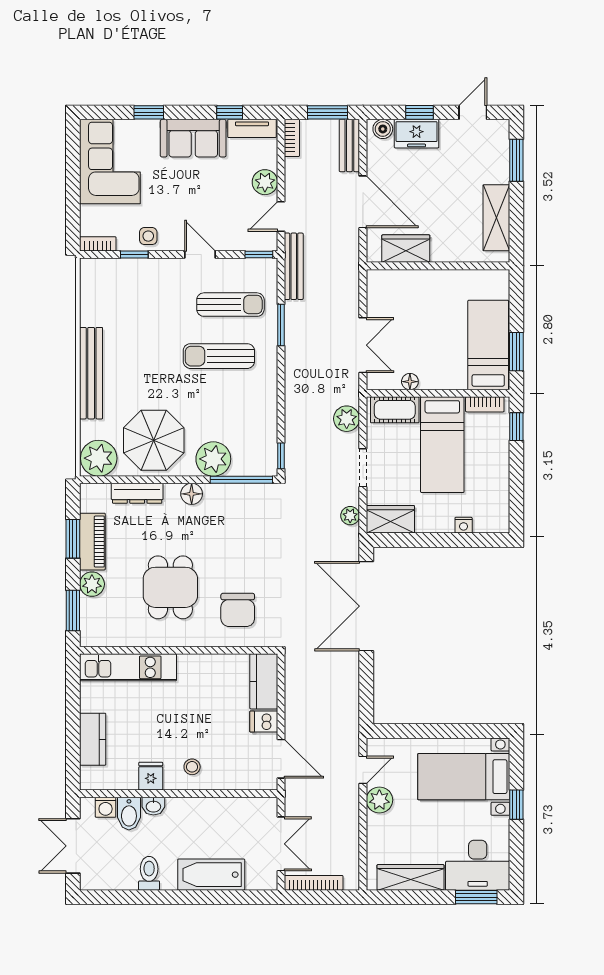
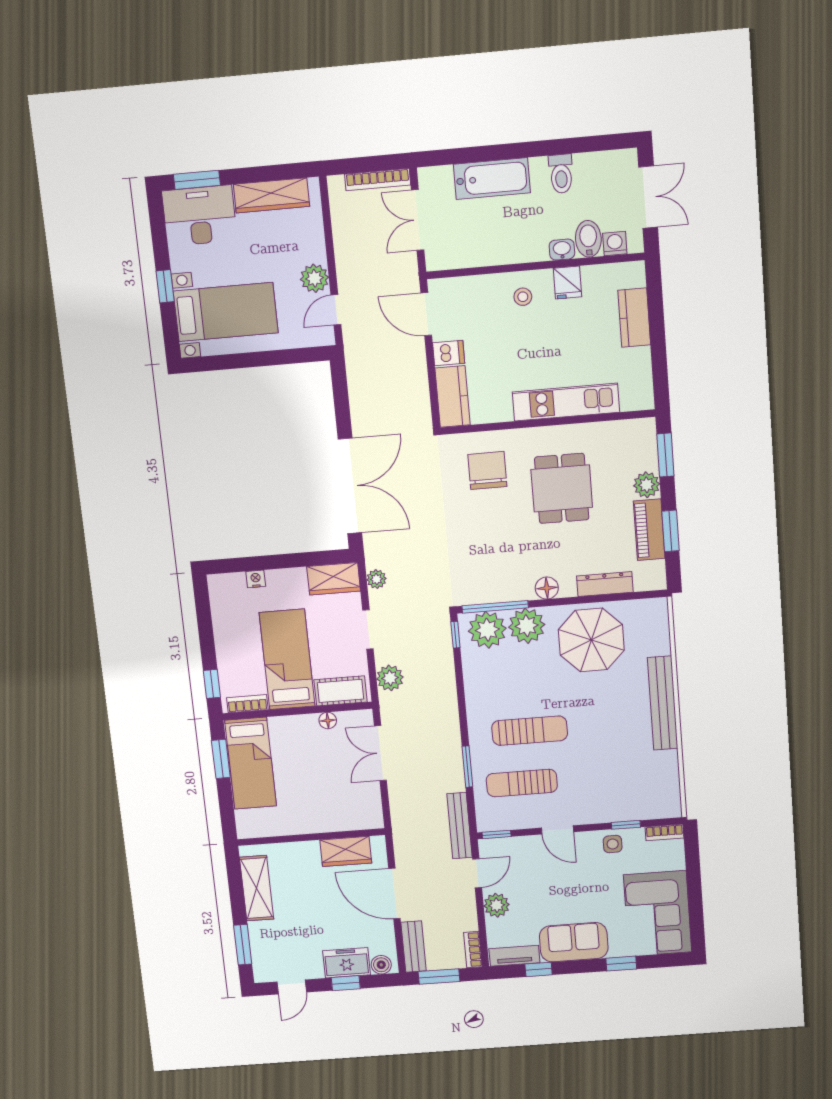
plant: (99, 458) -> (487, 630), moved
kitchen unit: (128, 667) -> (566, 402), moved

